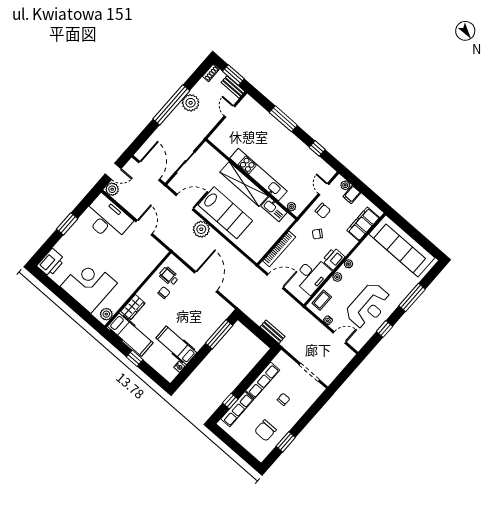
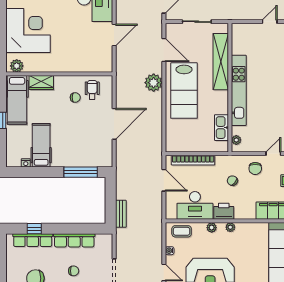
shelving: (244, 184) -> (221, 62), moved

